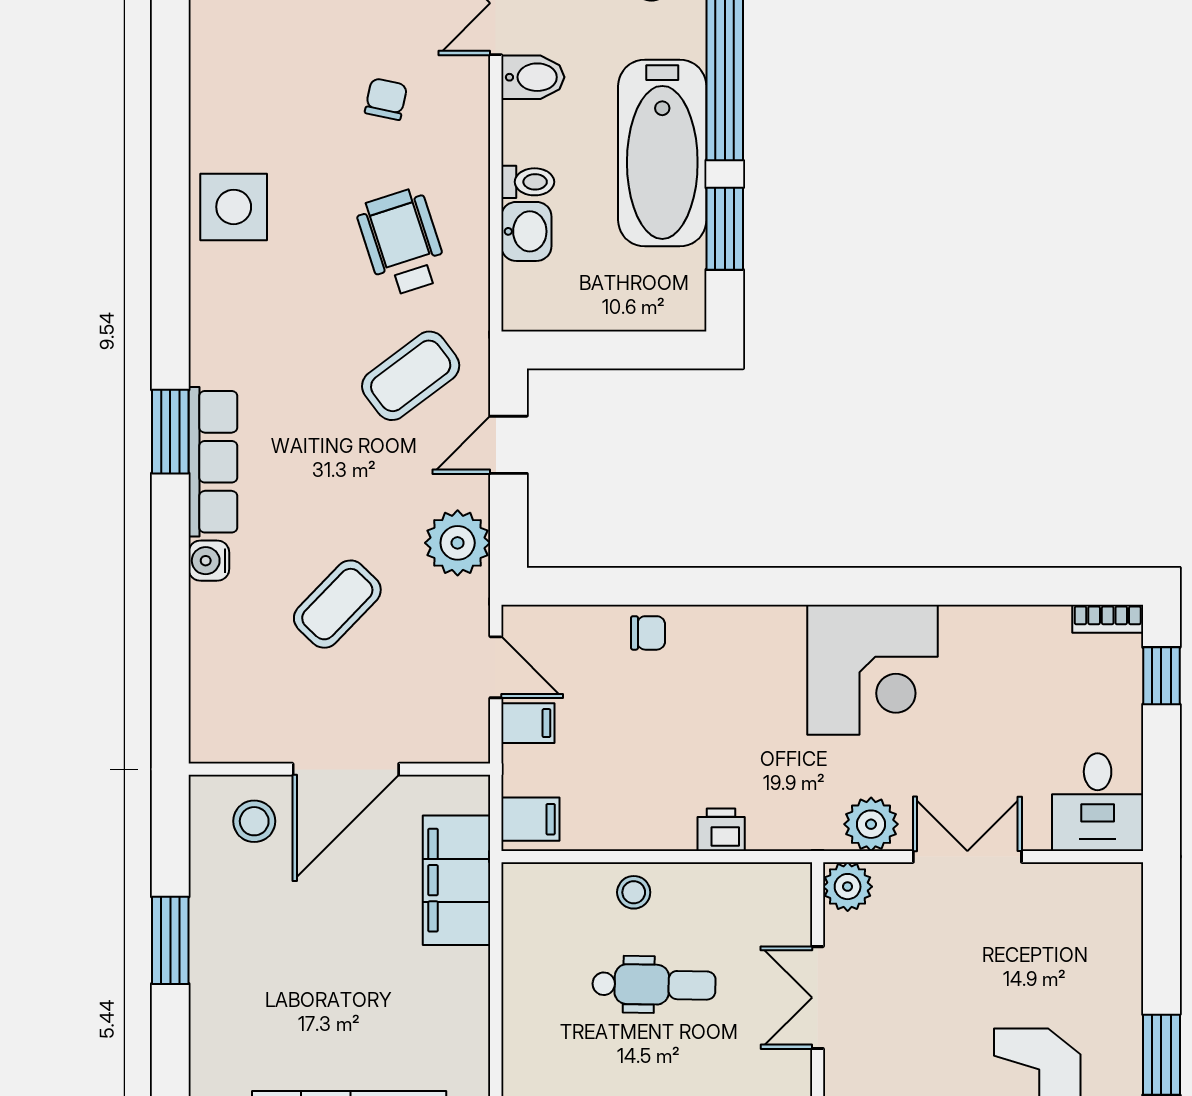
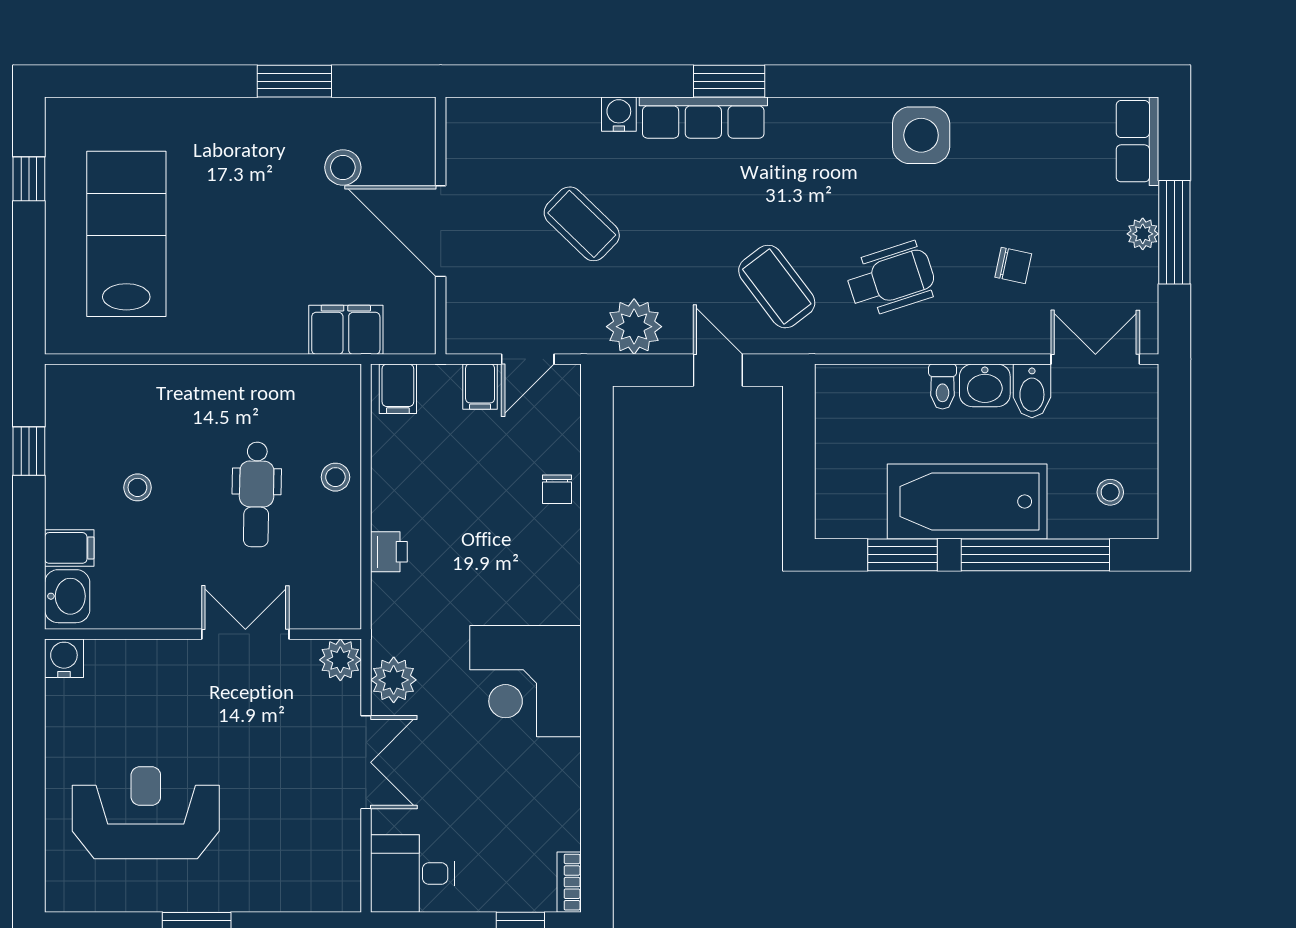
washbasin: (526, 231) -> (985, 385), moved
stool: (254, 821) -> (343, 167), moved
filing cabinet: (457, 880) -> (346, 330), width x0.67, depth x0.86

